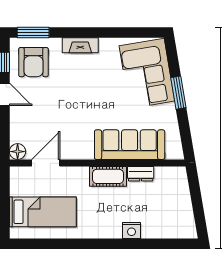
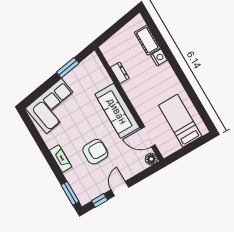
armchair: (33, 62) -> (95, 152), moved
window: (178, 93) -> (68, 68), moved
sofa: (130, 145) -> (117, 111), moved
cot: (108, 176) -> (147, 40), moved

